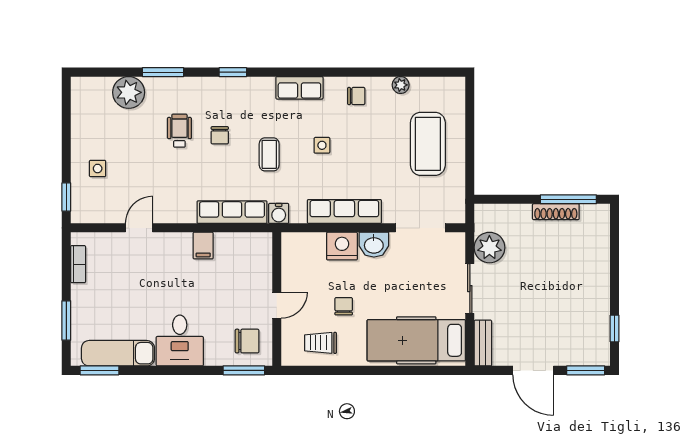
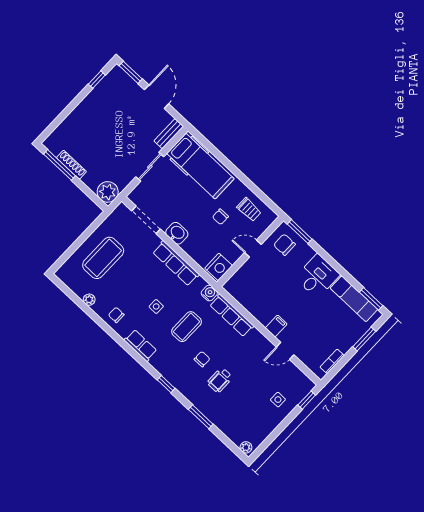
plant: (129, 92) -> (246, 447), moved, width x0.53, depth x0.53
coffee table: (269, 154) -> (187, 327), width x1.36, depth x1.30
filing cabinet: (203, 246) -> (276, 326), moved
nightstand: (342, 246) -> (219, 267), moved, turned -90
plant: (489, 248) -> (108, 192), moved

